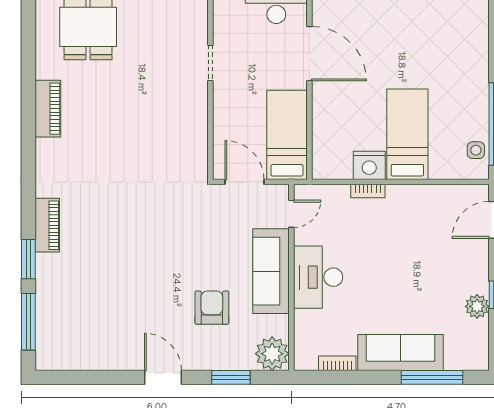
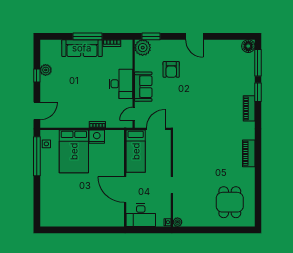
piano: (48, 109) -> (249, 153), moved
bed: (407, 134) -> (74, 151), width x1.50
door: (244, 182) -> (156, 129), swing flipped
sofa: (271, 271) -> (143, 87), width x0.73
floor lamp: (49, 357) -> (248, 46), added
window: (231, 377) -> (151, 36), moved
window: (432, 377) -> (88, 36), moved

